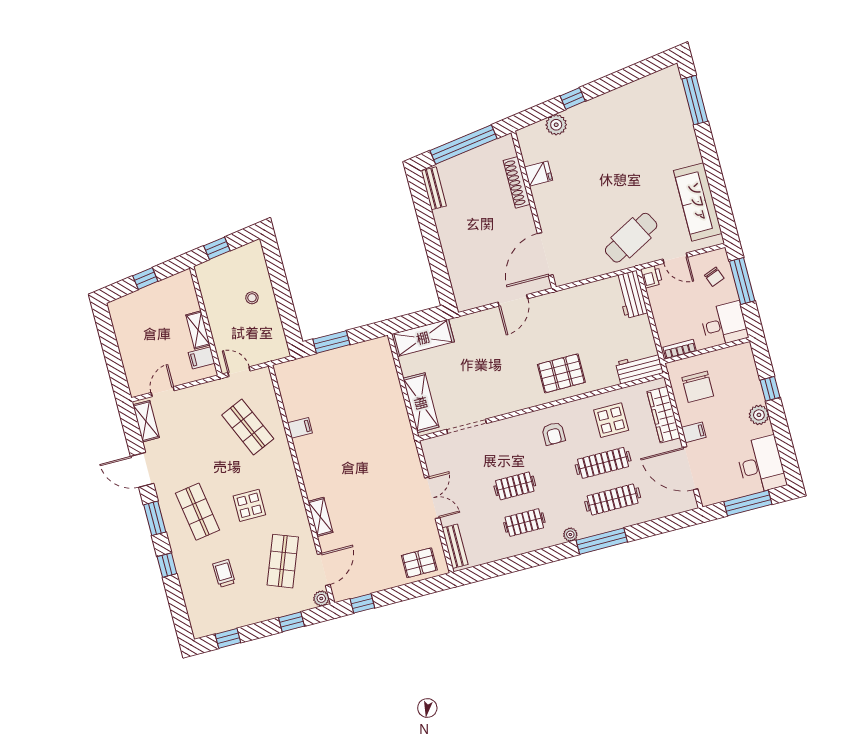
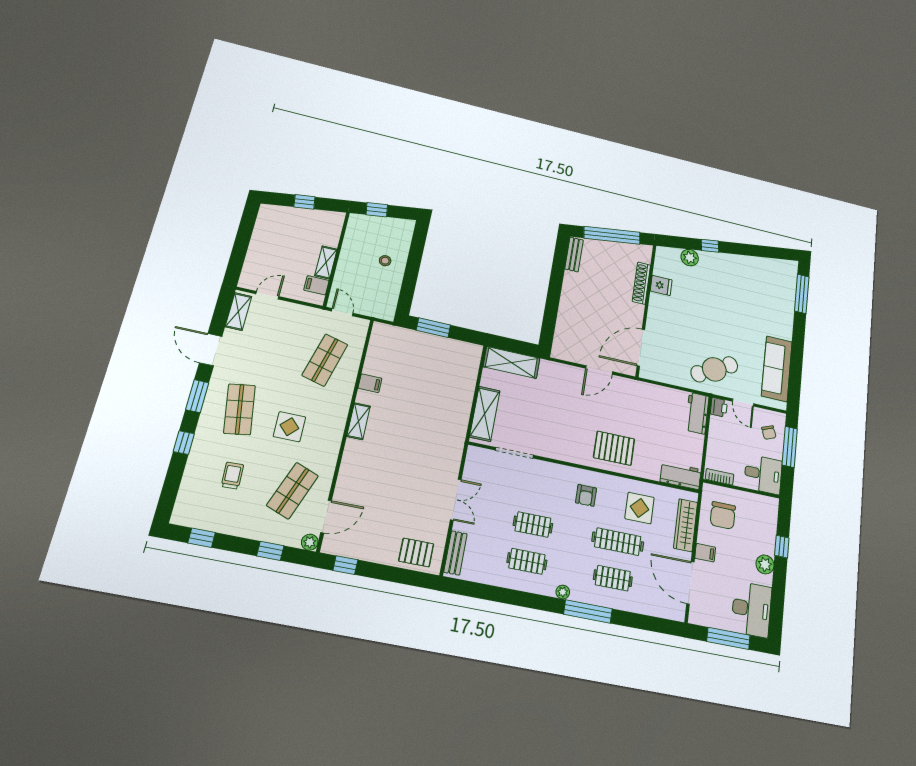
shop shelf: (248, 427) -> (325, 360), turned 39
clothes rail: (613, 500) -> (613, 578), width x0.73
shelving: (320, 517) -> (359, 421), moved

